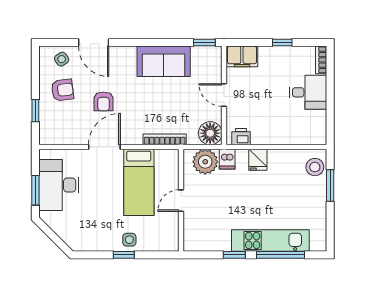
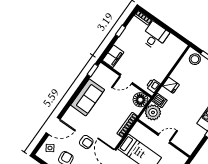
door: (181, 201) -> (164, 139), swing flipped

